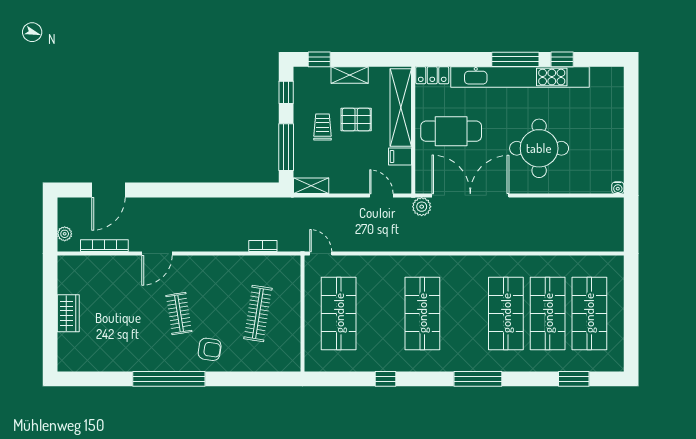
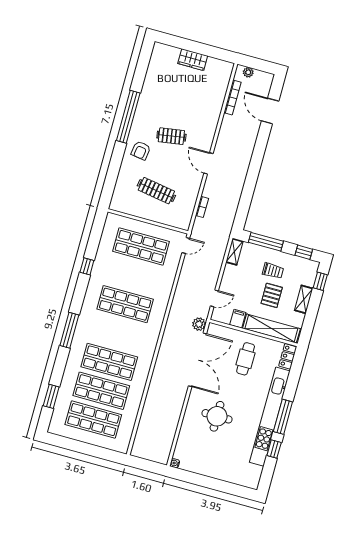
cafe table: (451, 131) -> (246, 359), width x0.73, depth x0.74
round table: (539, 148) -> (217, 416), width x0.73, depth x0.73
door: (157, 254) -> (208, 163), moved

